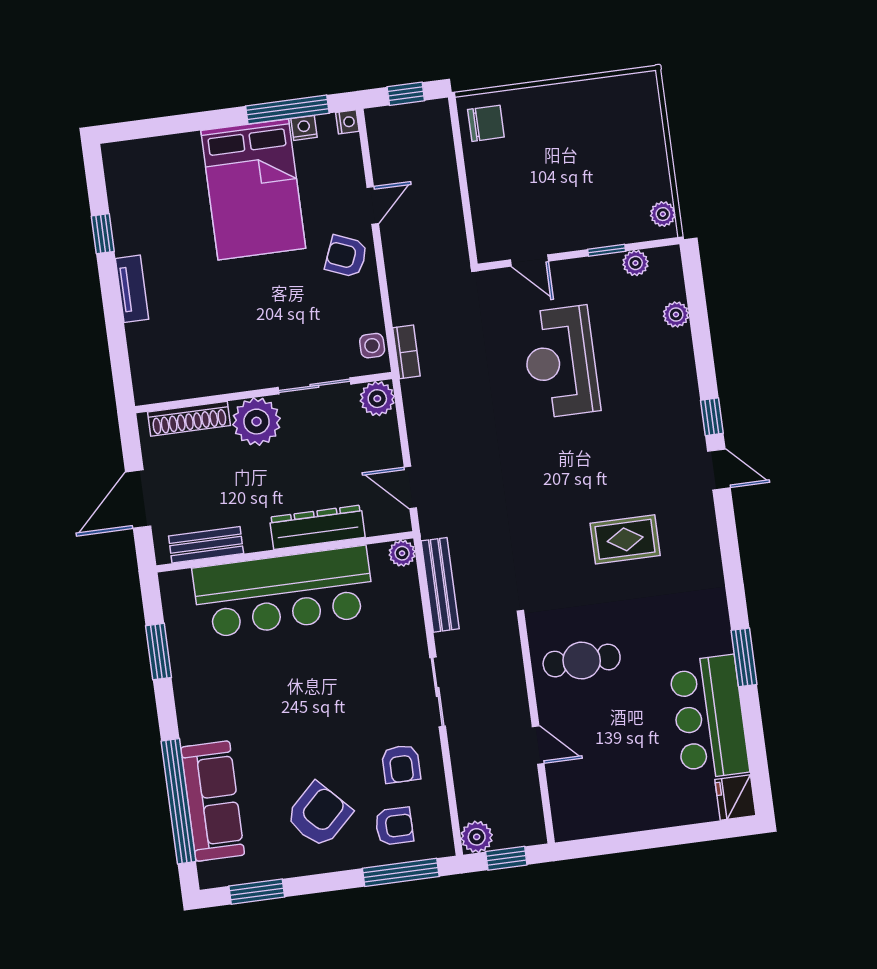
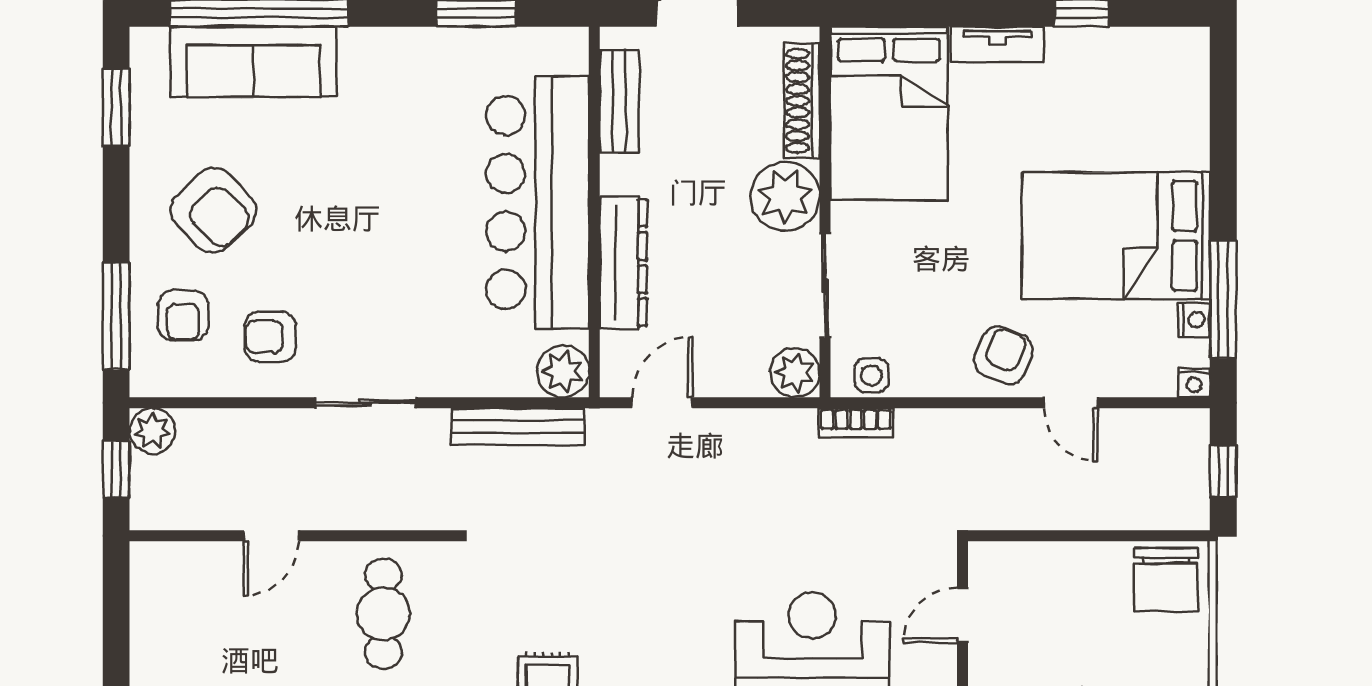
chair: (486, 123) -> (1166, 580), width x1.37, depth x1.37
bed: (190, 358) -> (889, 113), added
plant: (402, 553) -> (563, 371), width x1.38, depth x1.38

